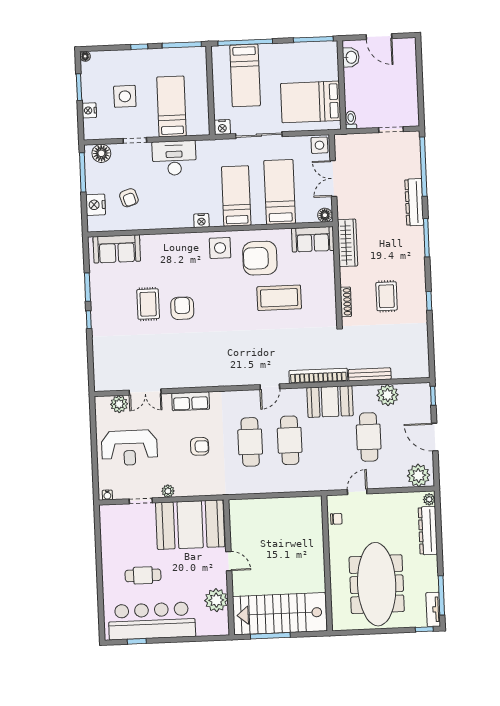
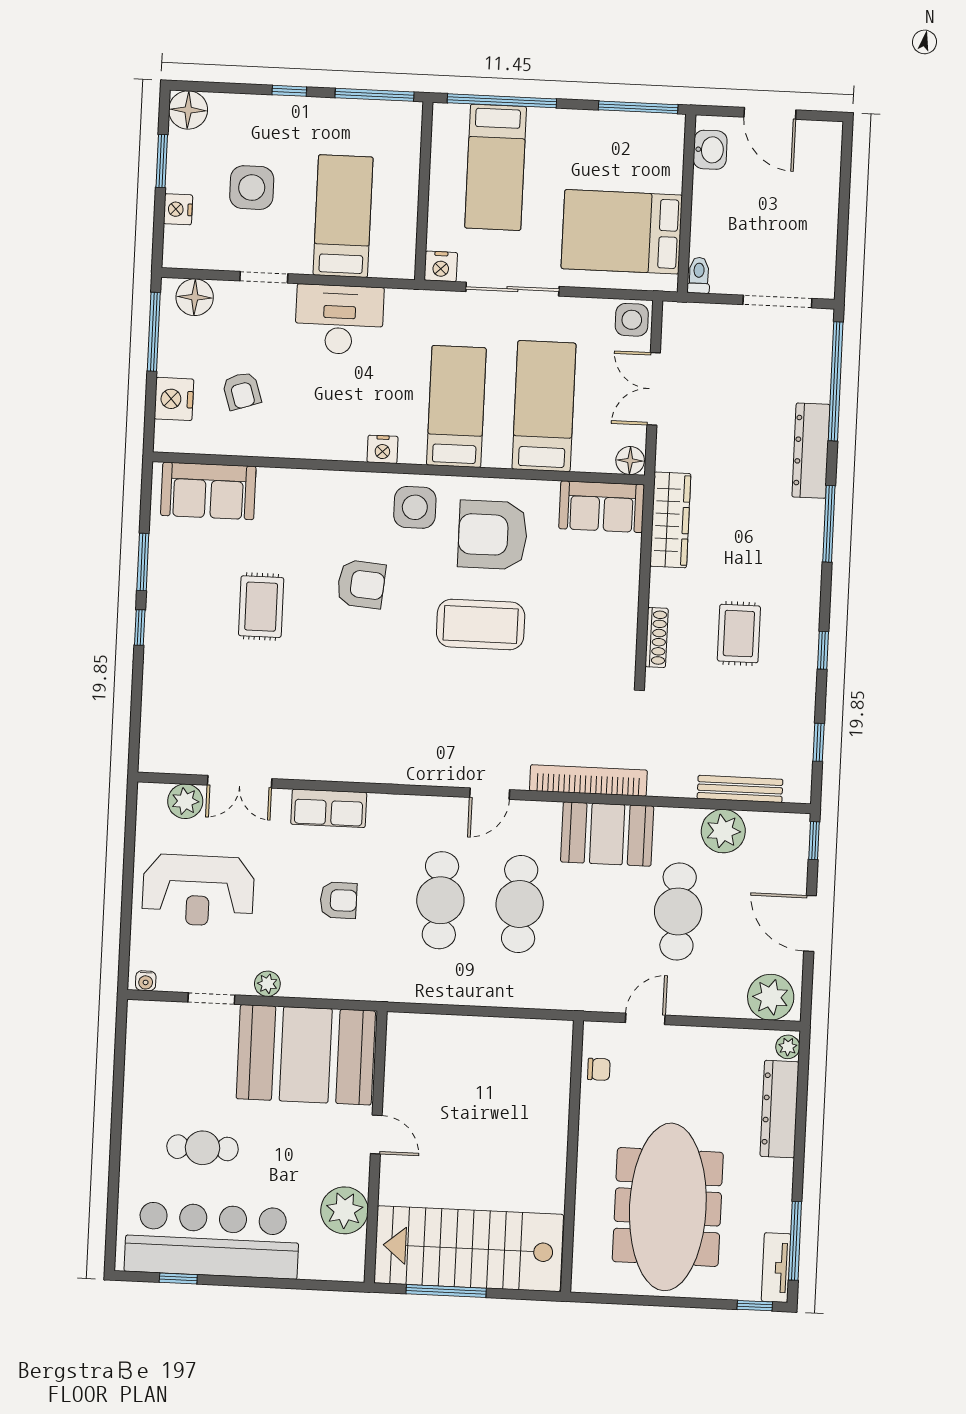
floor lamp: (85, 56) -> (188, 110), width x1.89, depth x1.89
doorway: (391, 130) -> (777, 302), width x1.38
coffee table: (279, 298) -> (481, 625), moved
armchair: (182, 308) -> (361, 584), moved, turned 95
window: (431, 347) -> (819, 742), added
bench: (370, 374) -> (740, 789), moved

